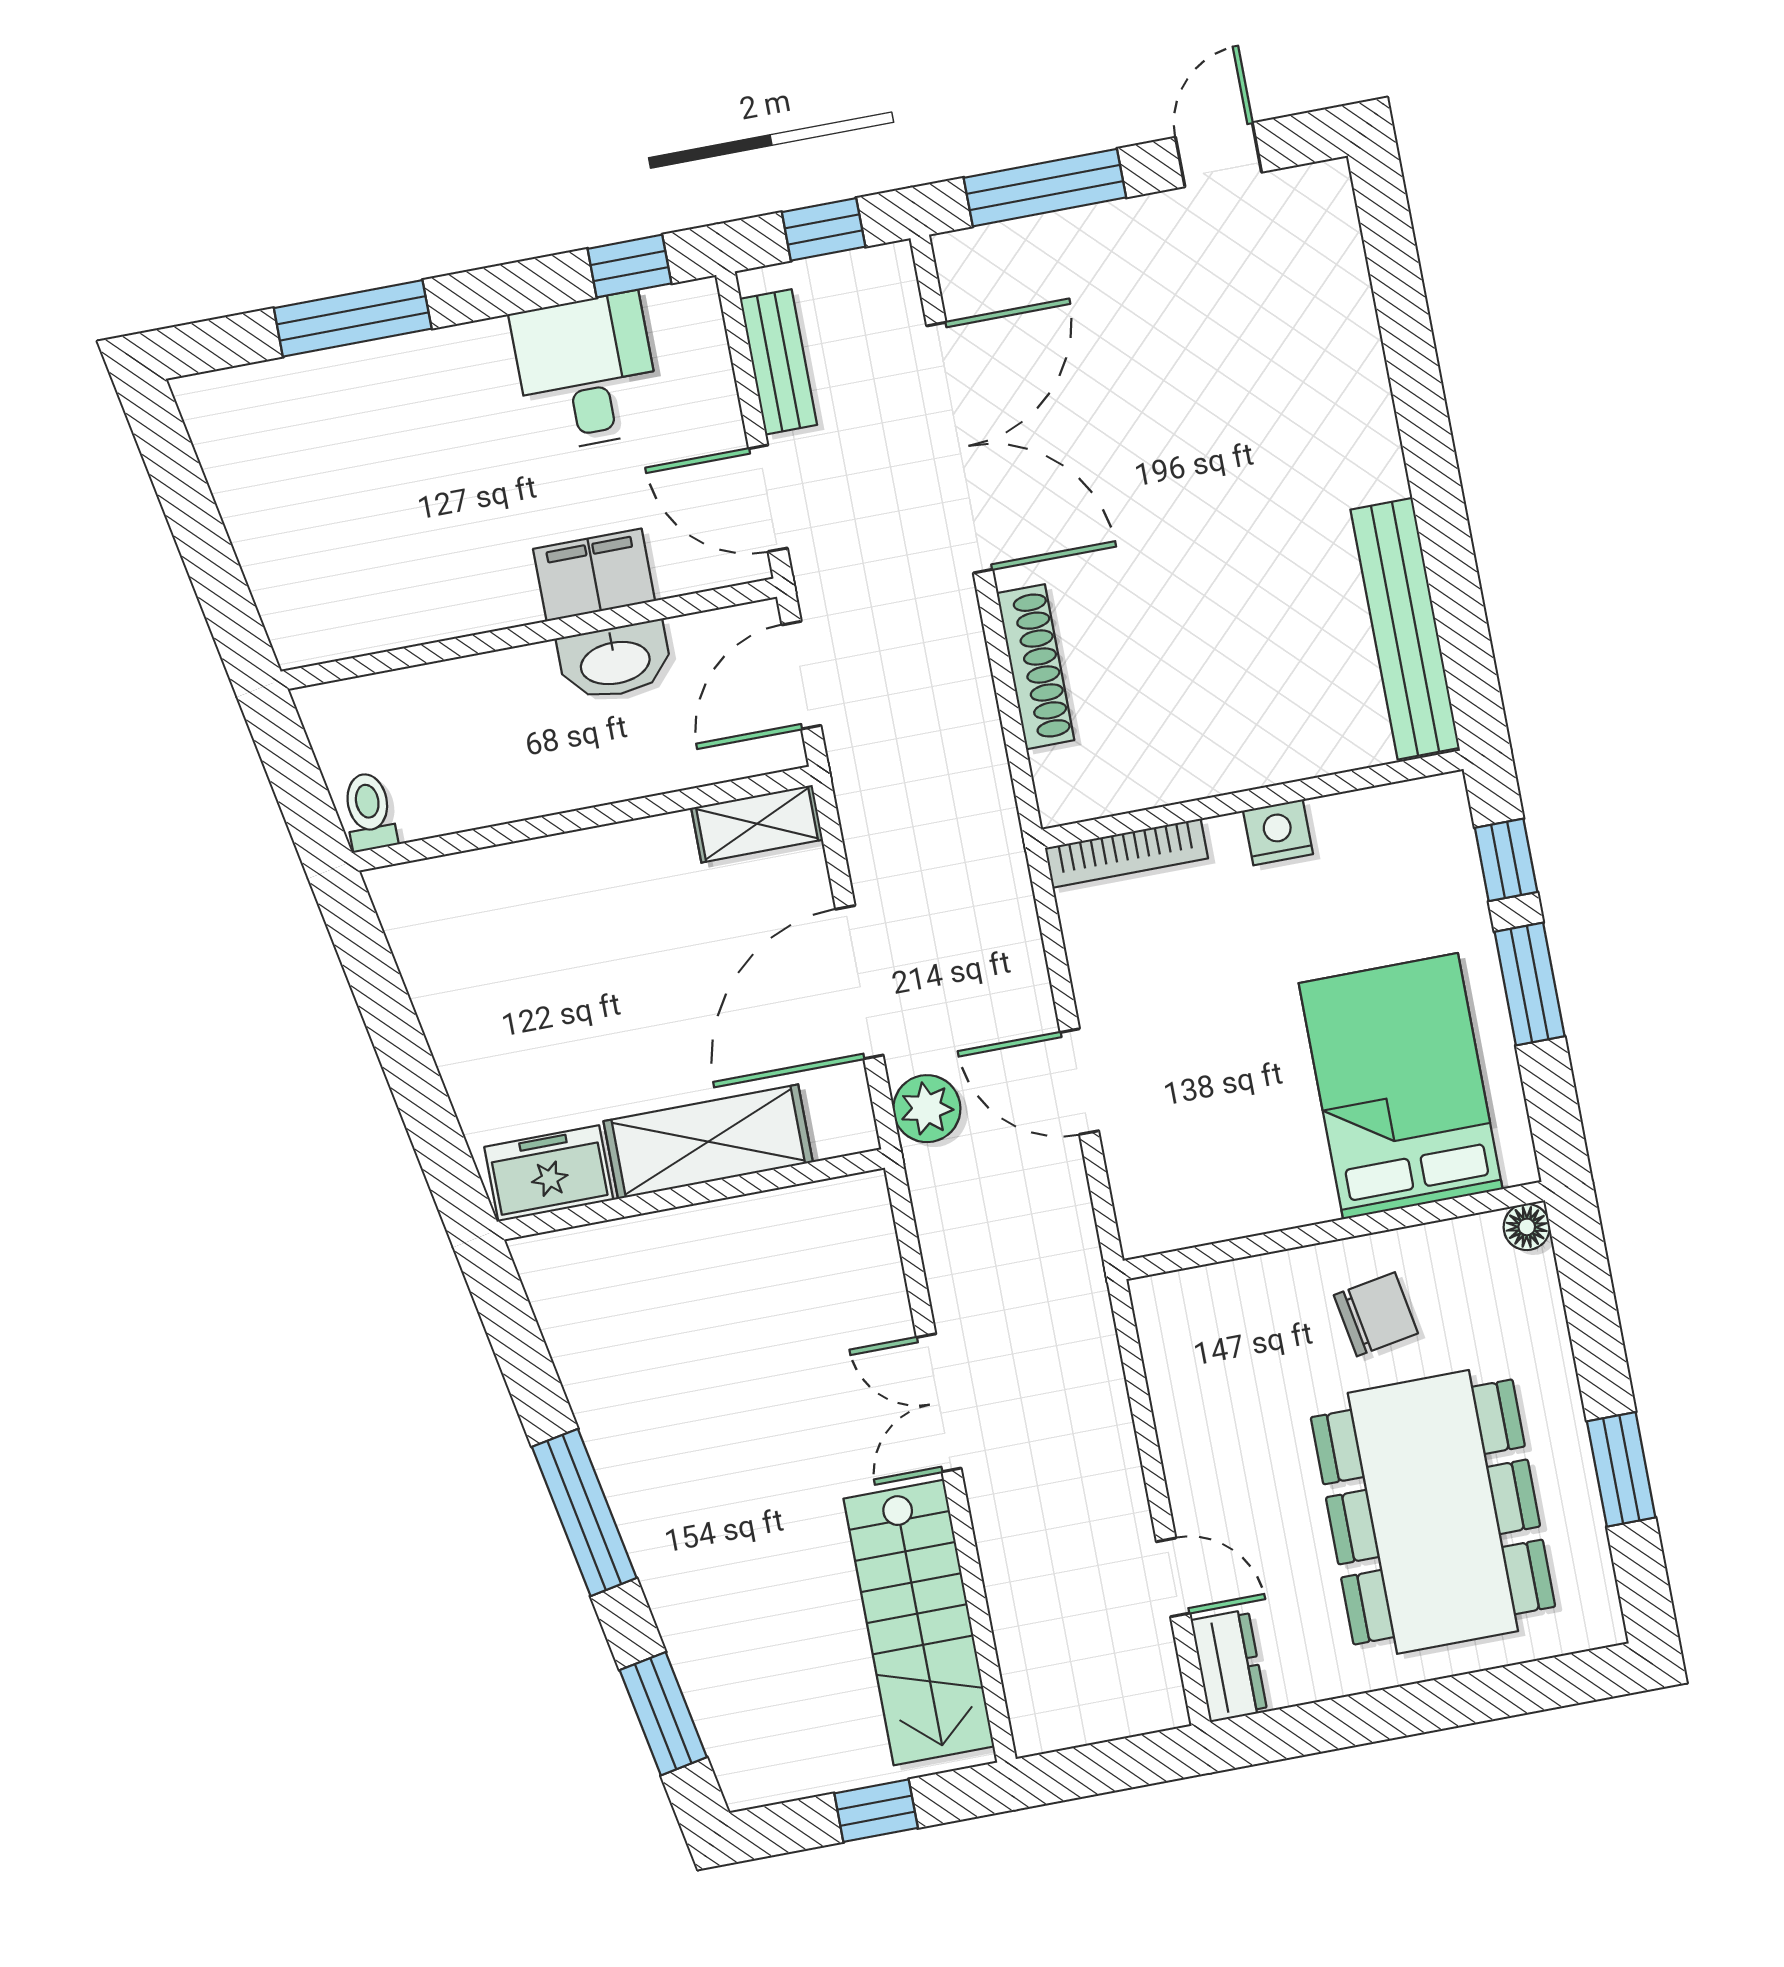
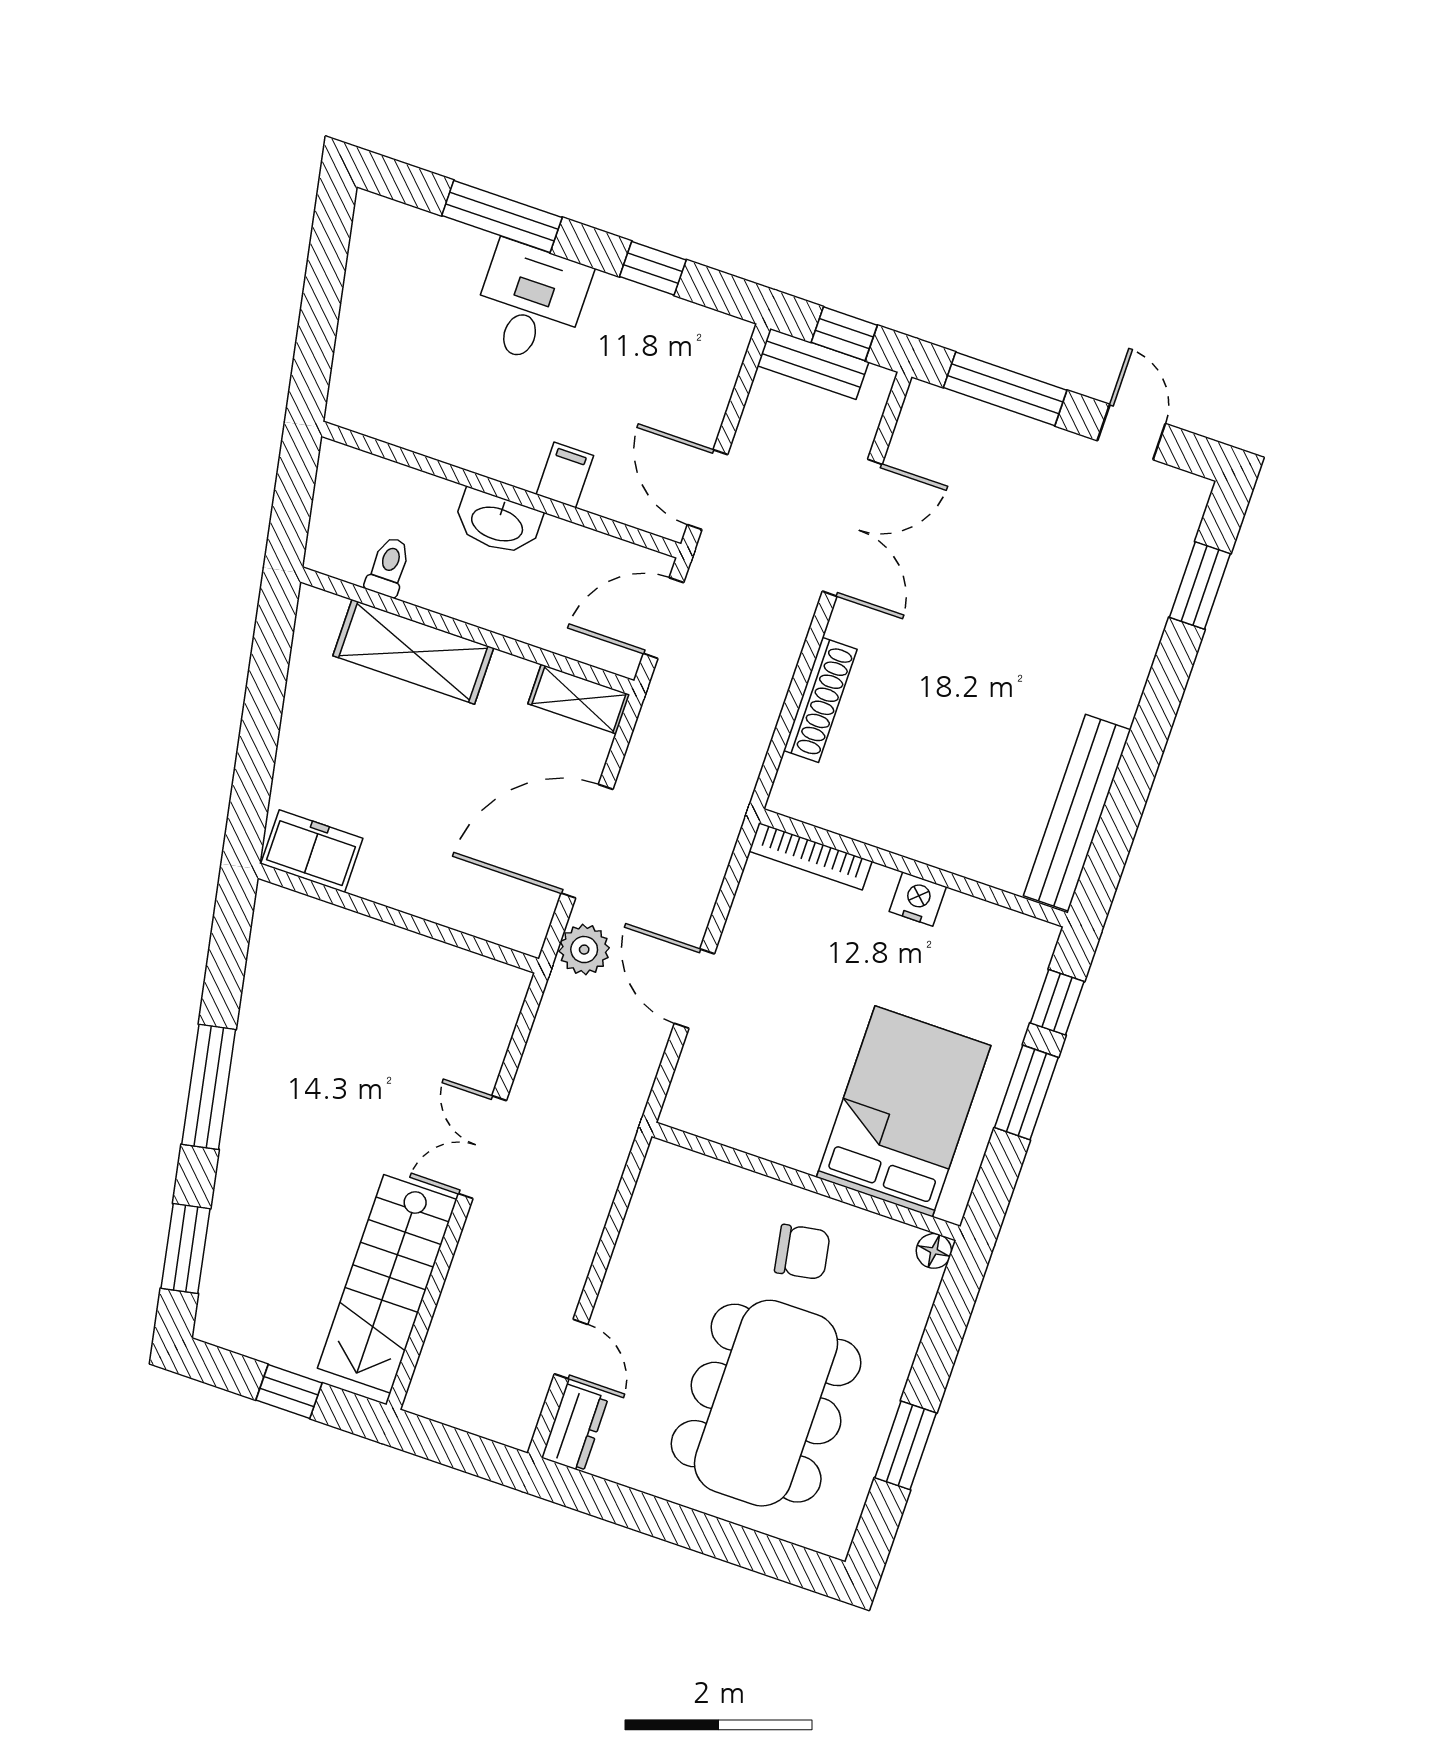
door: (1219, 155) -> (1131, 432), hinge flipped
window: (629, 266) -> (653, 268), moved
window: (1398, 287) -> (1200, 585), added
bench: (778, 362) -> (813, 364), moved, turned 90
desk: (586, 372) -> (530, 303), moved
double door: (960, 448) -> (852, 528), width x0.73
filing cabinet: (594, 575) -> (565, 475), width x0.50
washbasin: (615, 661) -> (498, 523), moved
toilet: (369, 812) -> (388, 567), moved
shelving: (708, 1142) -> (413, 652), moved

